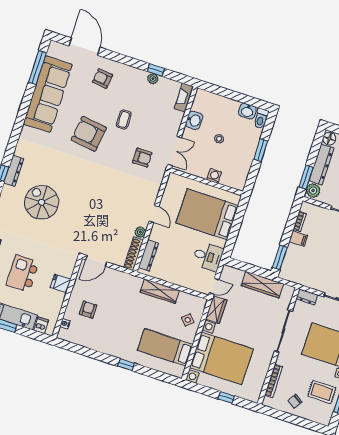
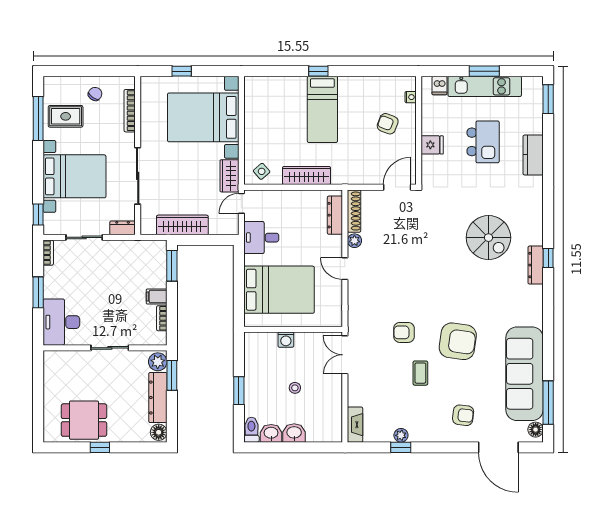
floor lamp: (53, 51) -> (536, 430), added
washbasin: (194, 120) -> (294, 433), moved, turned 90
armchair: (142, 158) -> (404, 332), moved
armchair: (88, 310) -> (388, 124), turned 111
side table: (188, 320) -> (262, 171), moved
bed: (165, 347) -> (322, 109), moved, turned 90

